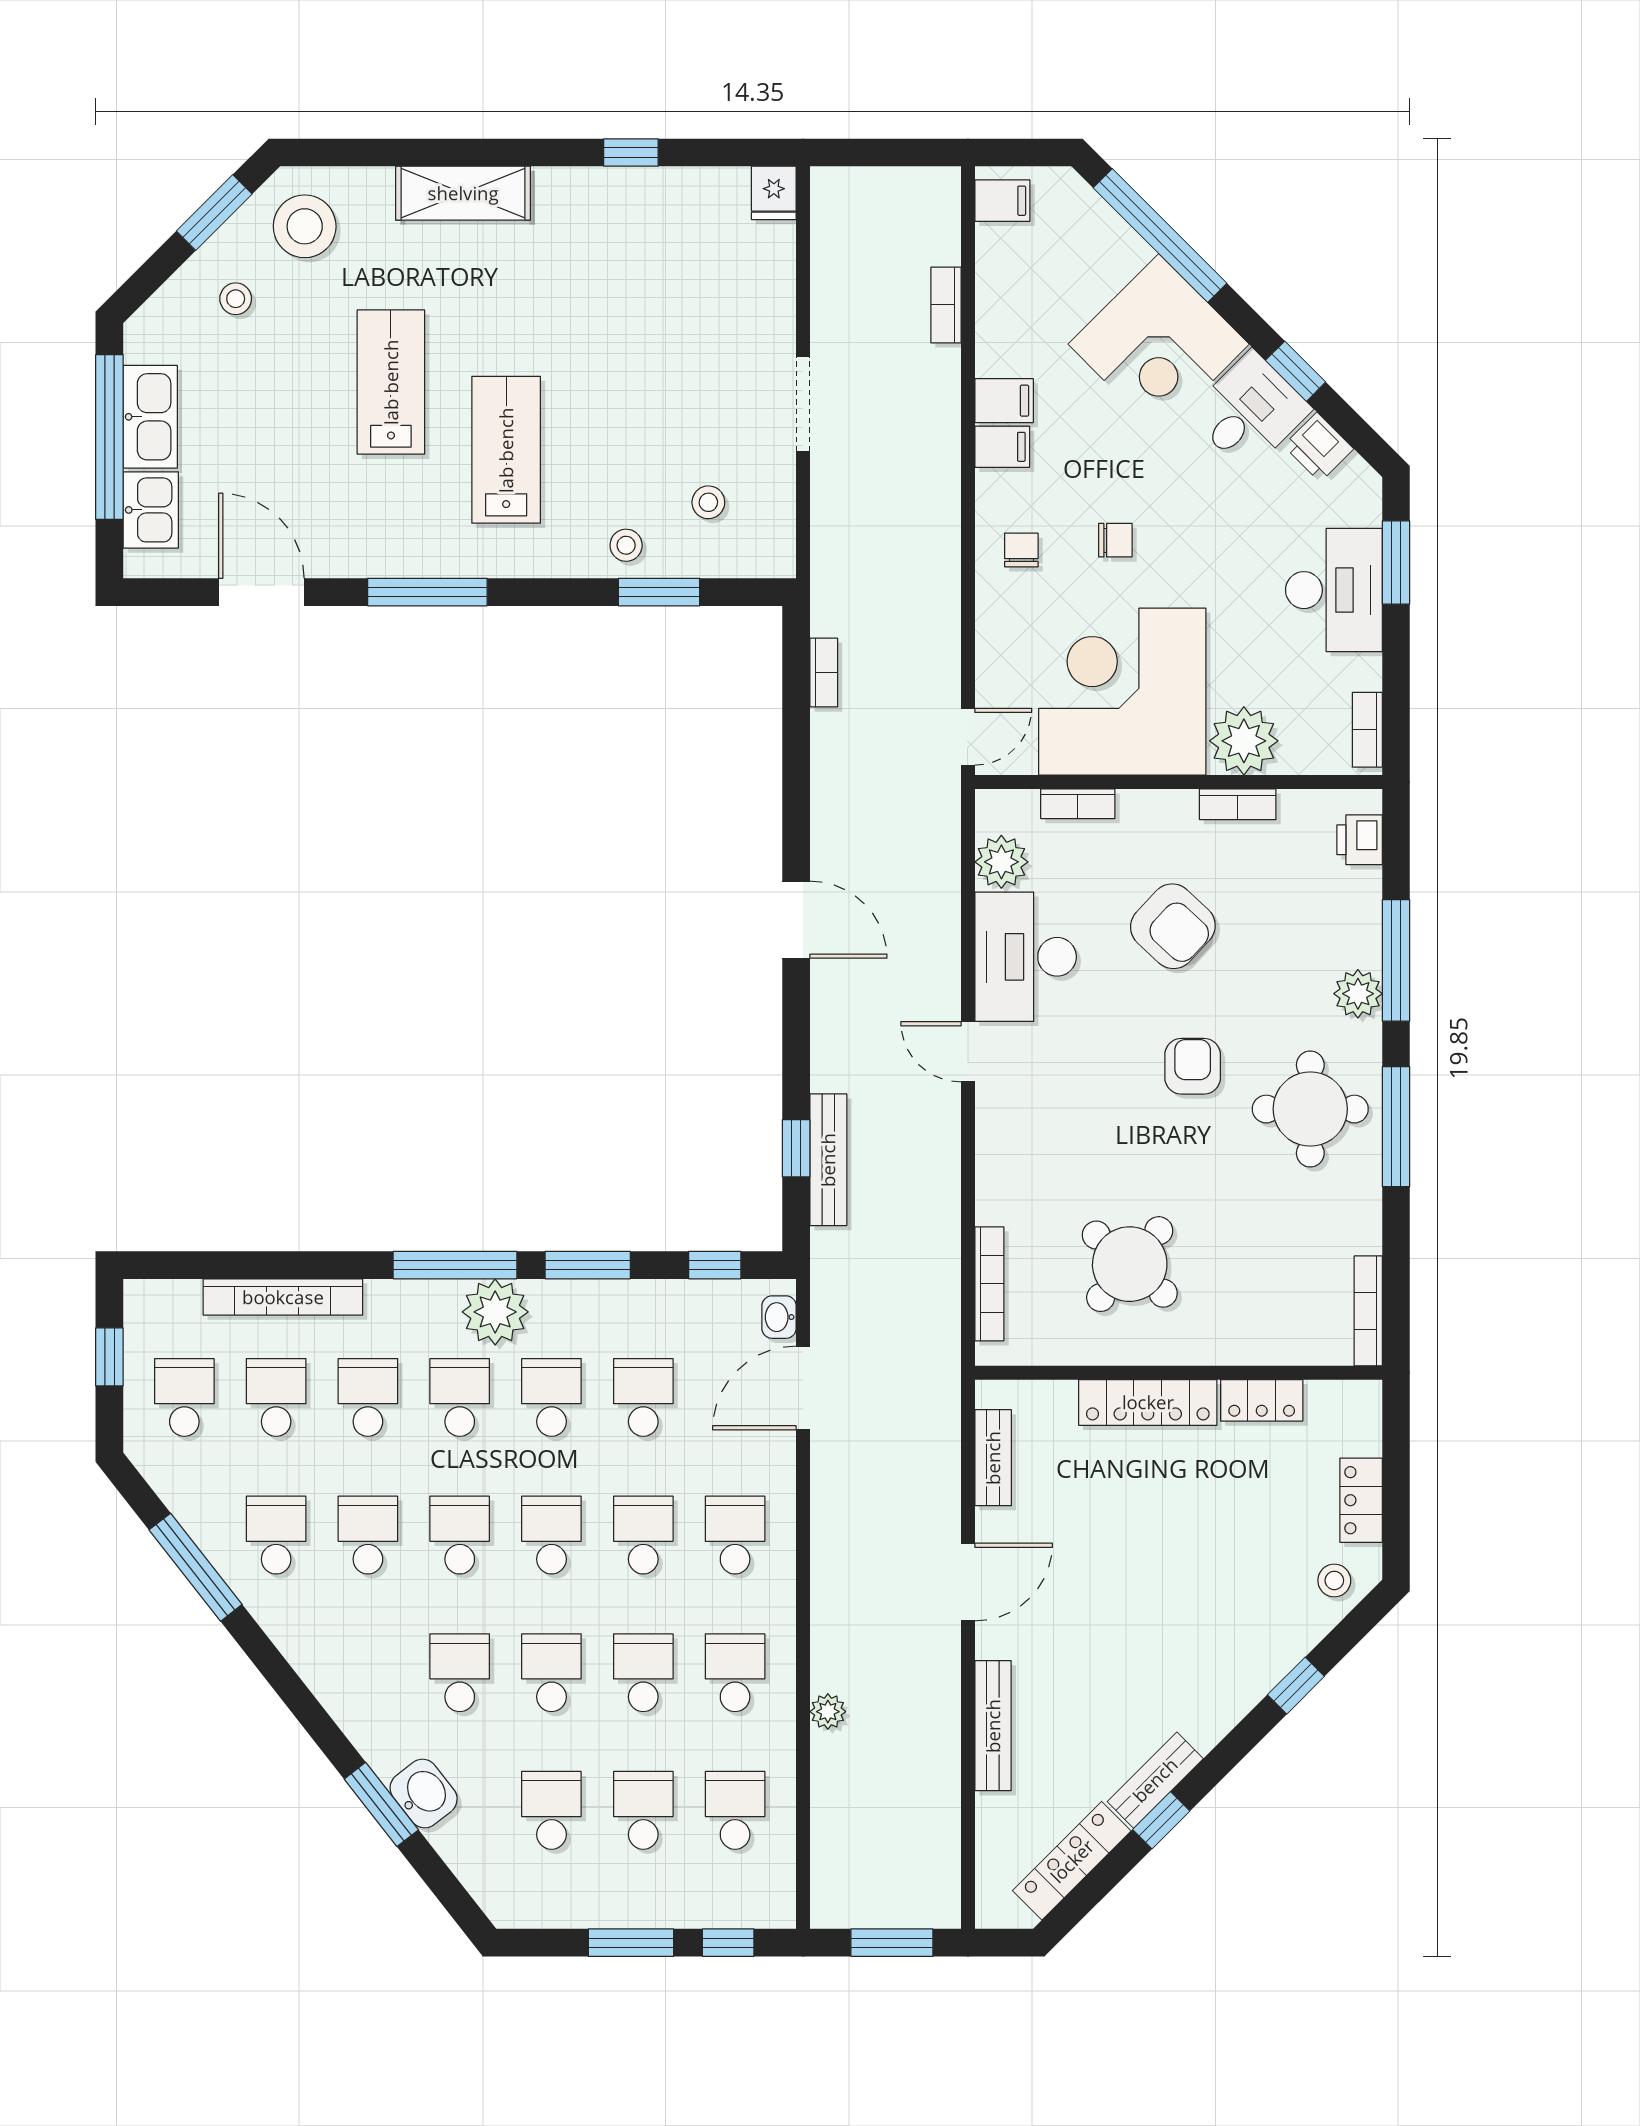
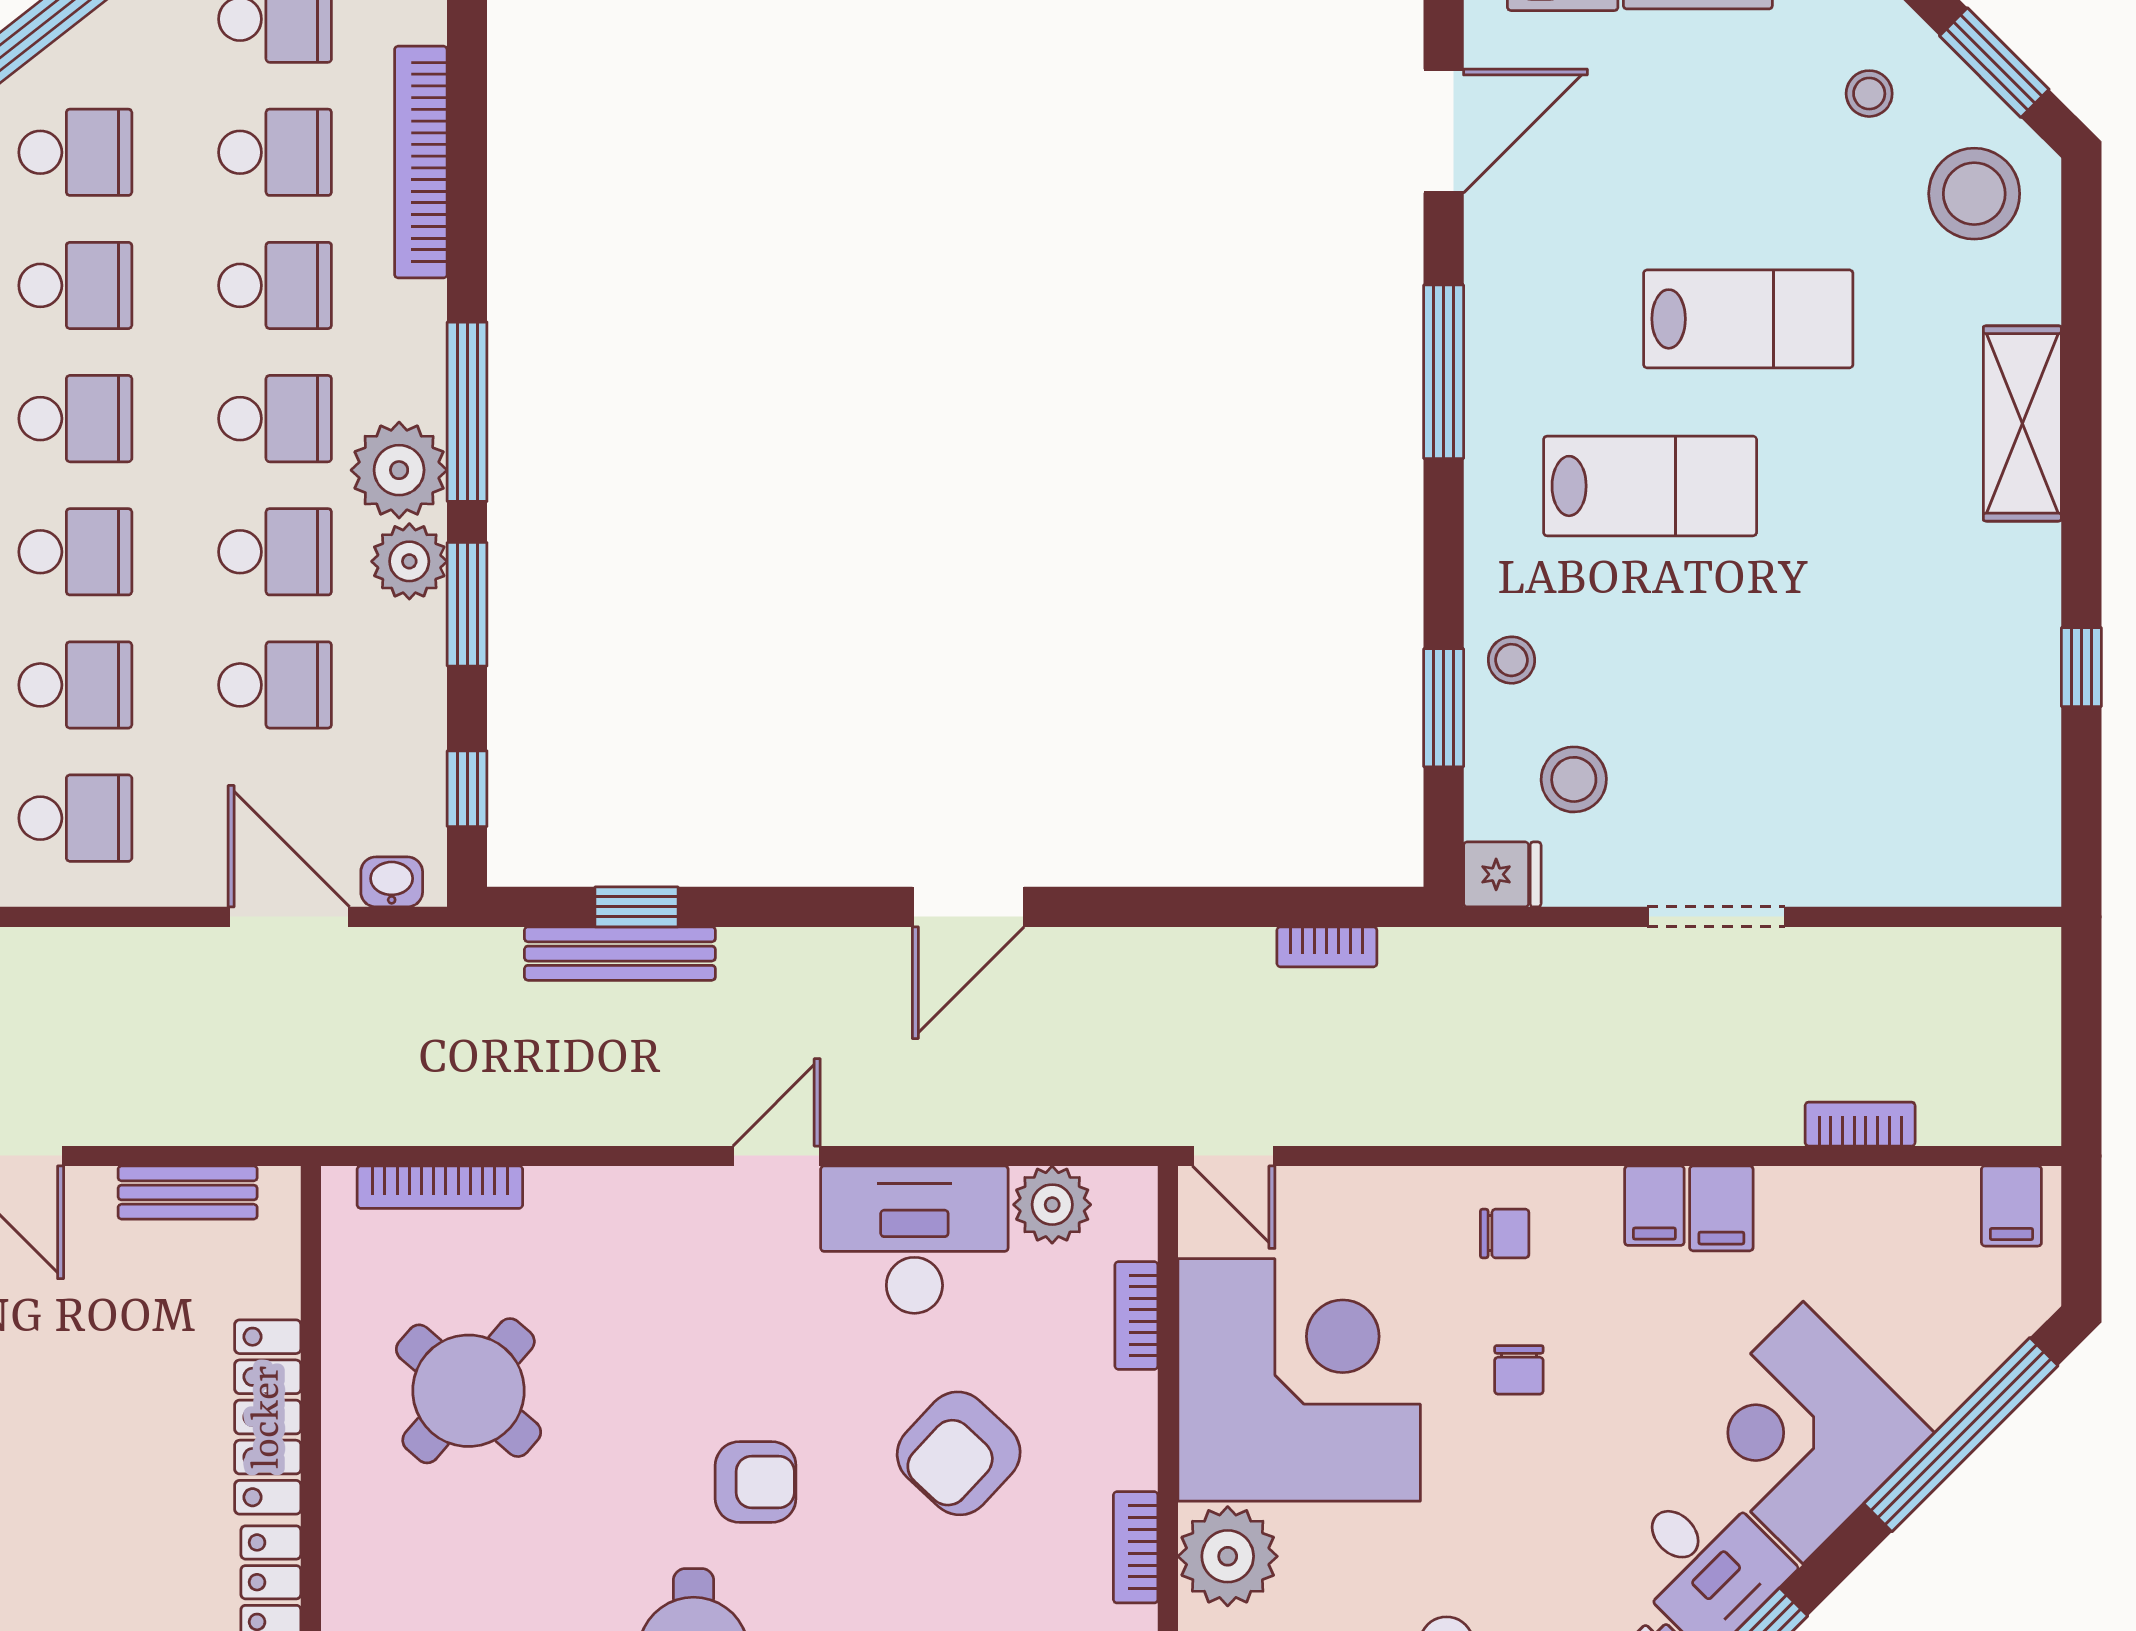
fridge: (774, 193) -> (1502, 874), moved, turned 180
stool: (708, 502) -> (1574, 779), width x1.37, depth x1.37
plant: (558, 1305) -> (409, 561), added

